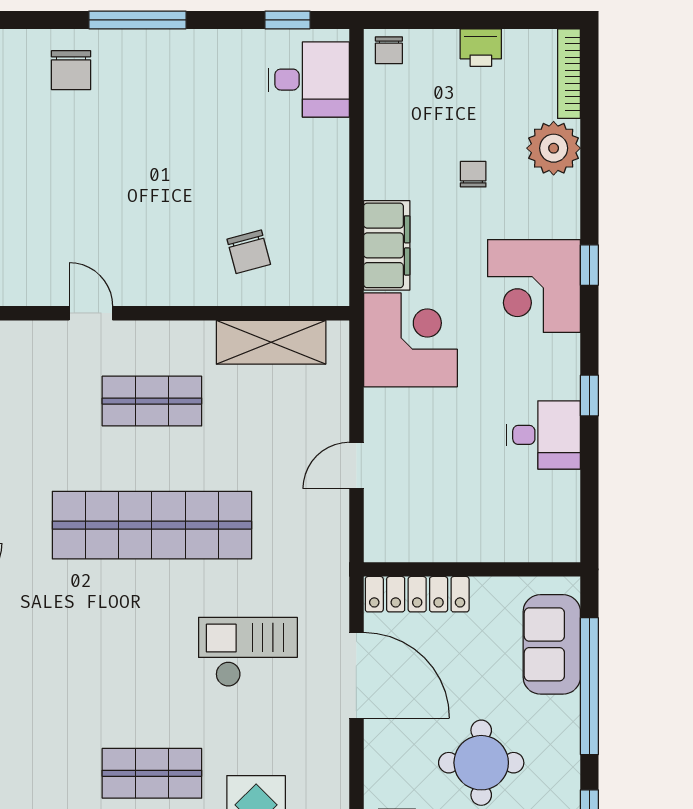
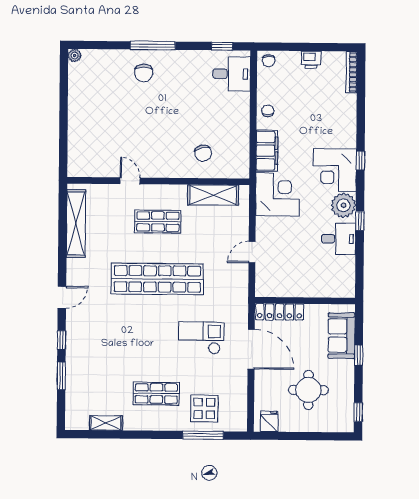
chair: (71, 70) -> (144, 73), moved
plant: (554, 148) -> (343, 205), moved
chair: (473, 174) -> (268, 111), moved
window: (589, 686) -> (359, 355), width x0.32

